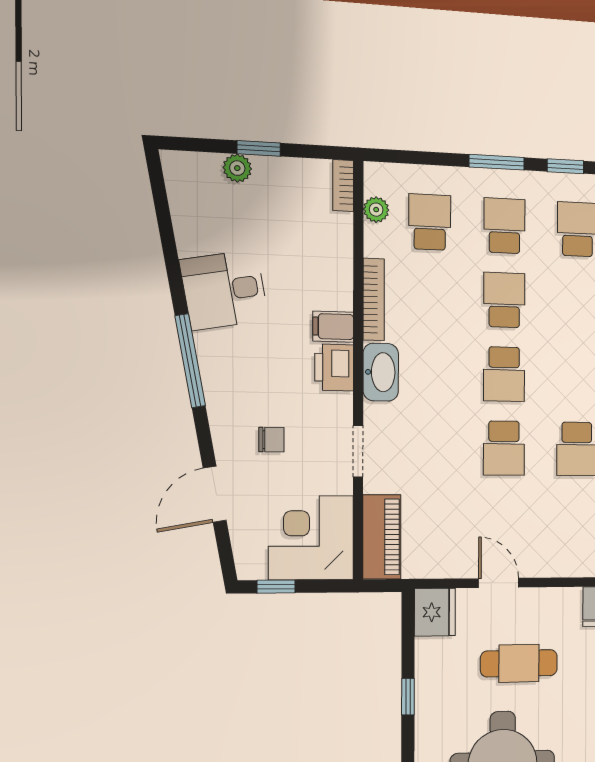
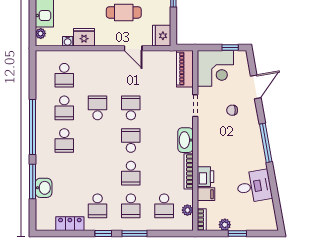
plant: (237, 168) -> (225, 225), moved
desk: (224, 290) -> (254, 186), moved
filing cabinet: (333, 327) -> (206, 194), moved
printer: (334, 368) -> (206, 177), moved

